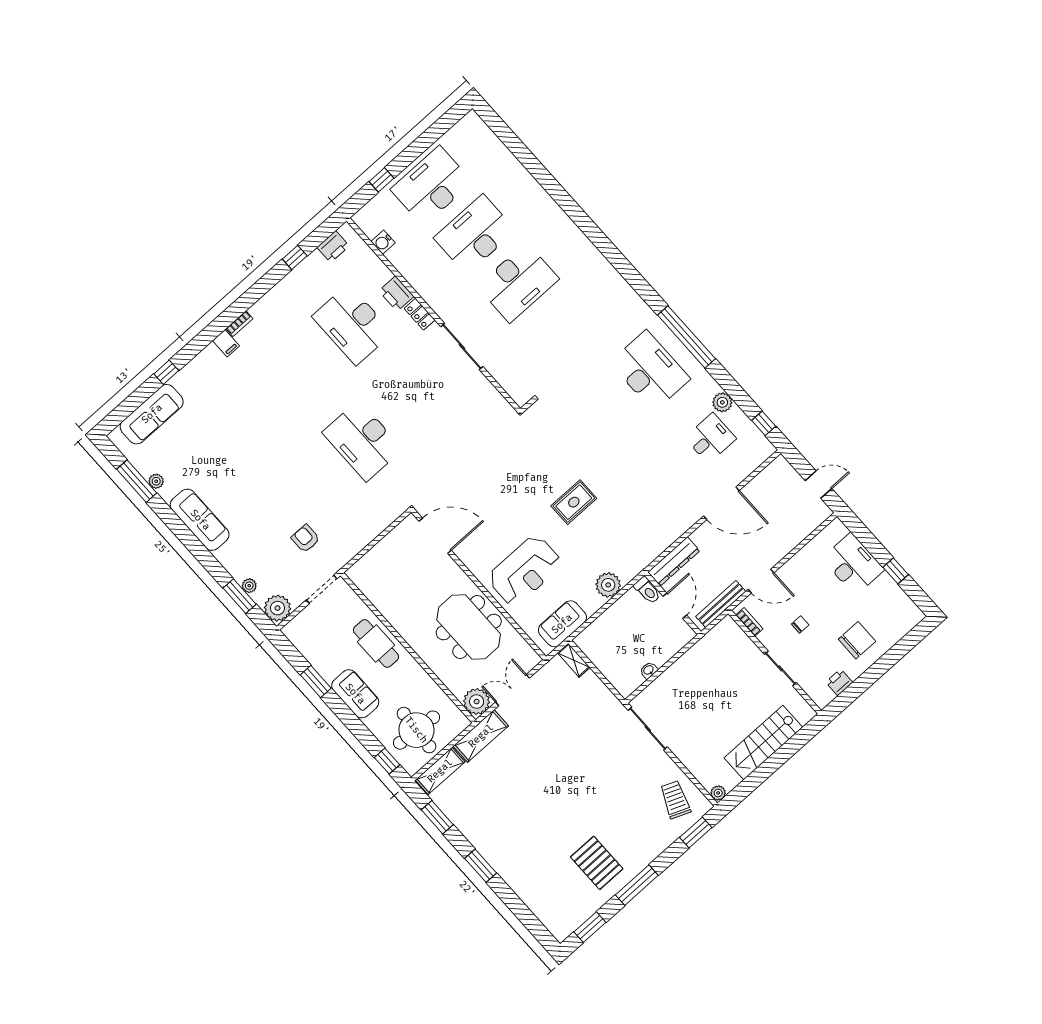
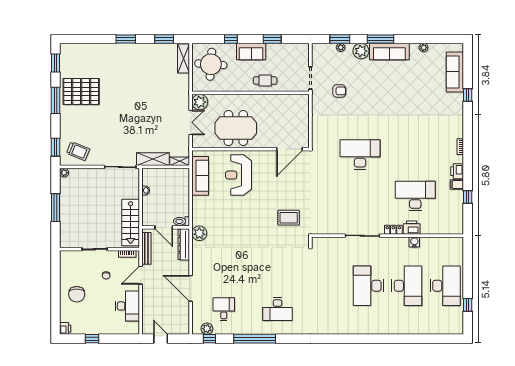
window: (382, 180) -> (468, 305), moved
water cooler: (383, 242) -> (414, 242), moved
printer: (333, 247) -> (457, 171), moved
window: (686, 337) -> (255, 339), moved
filing cabinet: (226, 343) -> (457, 185), moved
desk: (650, 371) -> (277, 309), width x0.73, depth x0.77
plant: (722, 402) -> (207, 329), moved
desk: (710, 438) -> (224, 309), turned 180
window: (137, 481) -> (381, 39), moved
door: (818, 485) -> (161, 339), swing flipped
rug: (574, 502) -> (289, 218), moved, turned 90
door: (721, 503) -> (191, 288), hinge flipped
desk: (853, 564) -> (127, 306), moved, turned -90
plant: (608, 585) -> (199, 233), moved
plant: (277, 608) -> (361, 51), moved
sofa: (562, 624) -> (200, 176), width x1.36
cafe table: (376, 643) -> (265, 81), width x0.73, depth x0.74
printer: (839, 682) -> (65, 328), moved
shelving: (481, 736) -> (153, 159), moved, turned 90
stairs: (763, 743) -> (131, 222), moved, turned 180
window: (387, 761) -> (231, 39), moved
window: (772, 764) -> (55, 208), added
pallet: (597, 863) -> (81, 91), width x1.37, depth x1.41

